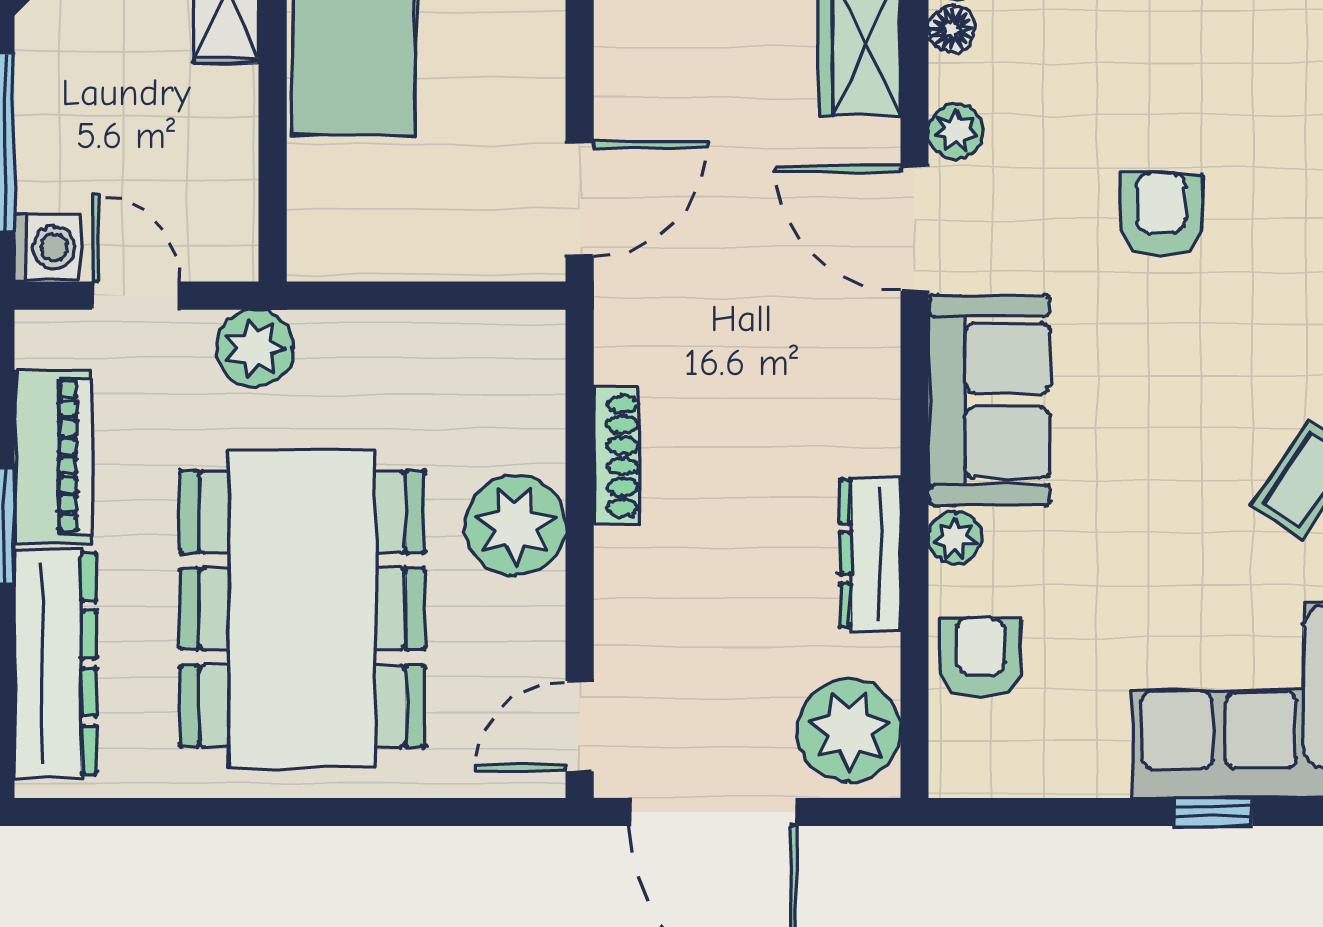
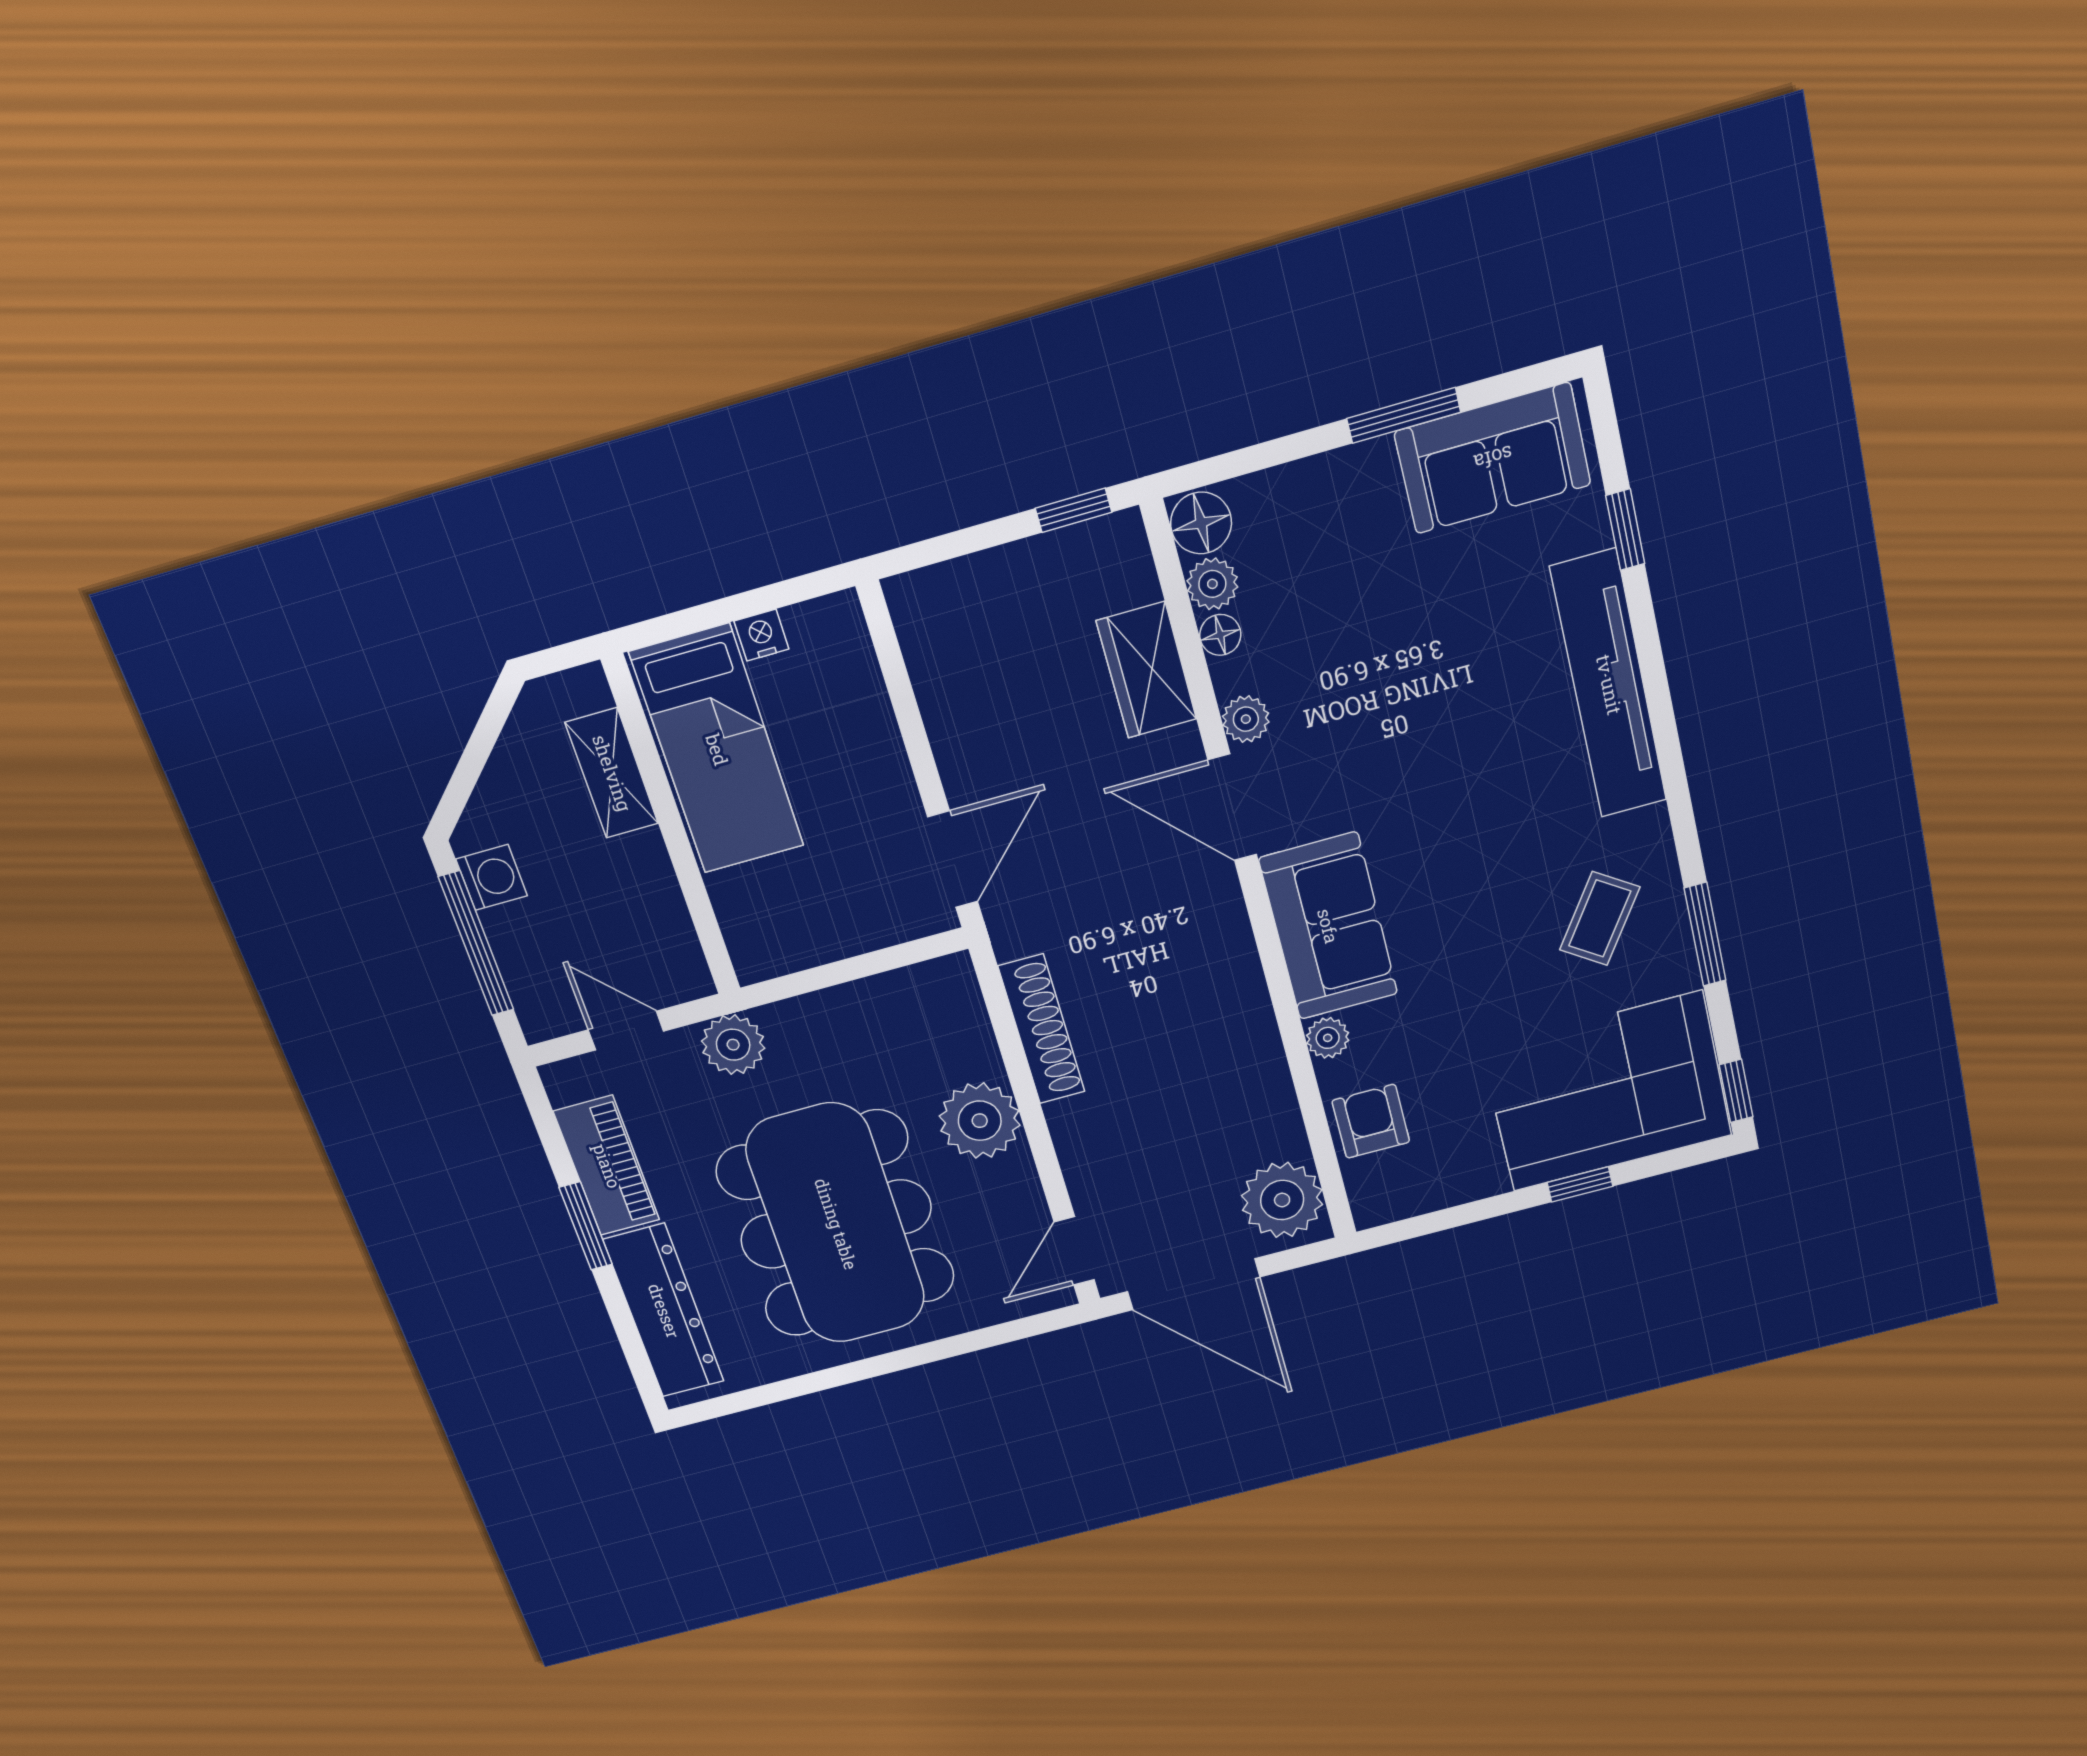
armchair: (1161, 215) -> (1434, 740), removed
washing machine: (47, 247) -> (492, 877), moved
shoe rack: (617, 456) -> (1042, 1029), width x1.36, depth x1.24
dresser: (870, 553) -> (1264, 1067), removed

